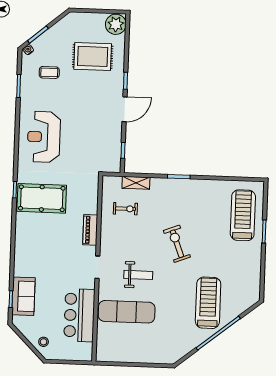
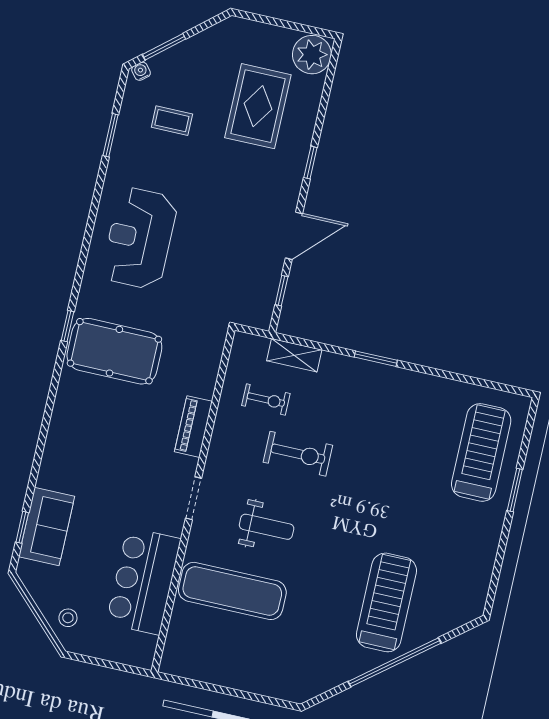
rug: (93, 56) -> (258, 106), turned 90
door: (124, 109) -> (294, 236), moved
exercise bike: (177, 244) -> (298, 454), moved, turned 111

